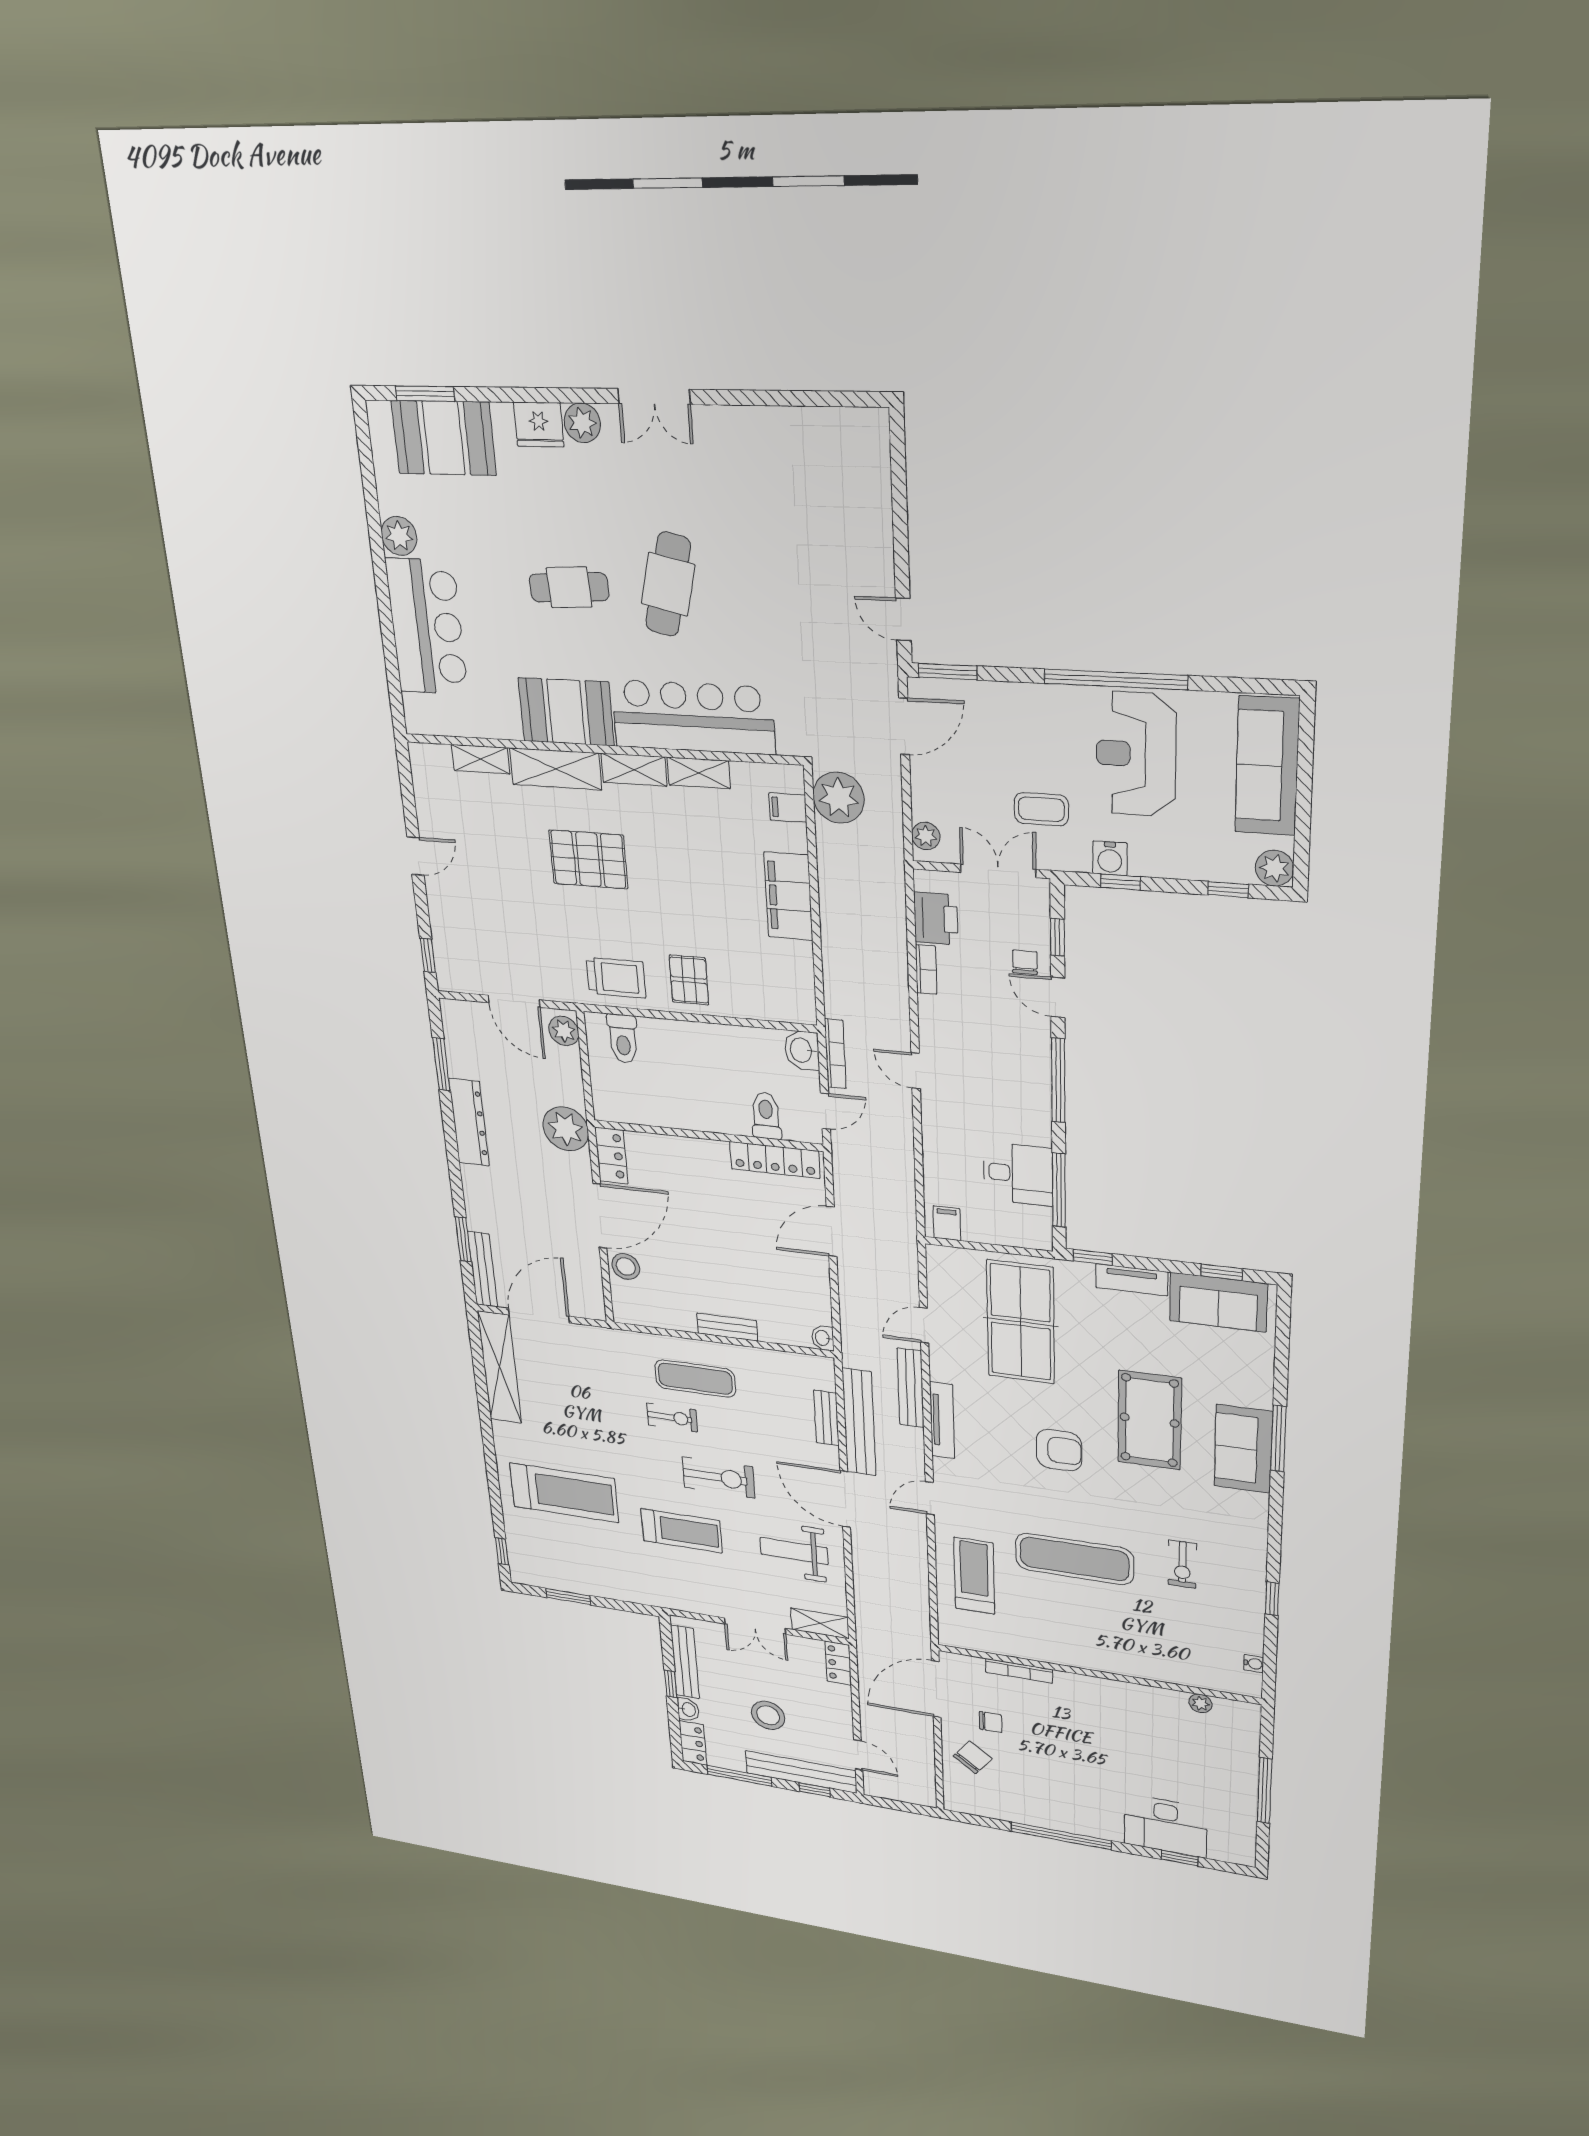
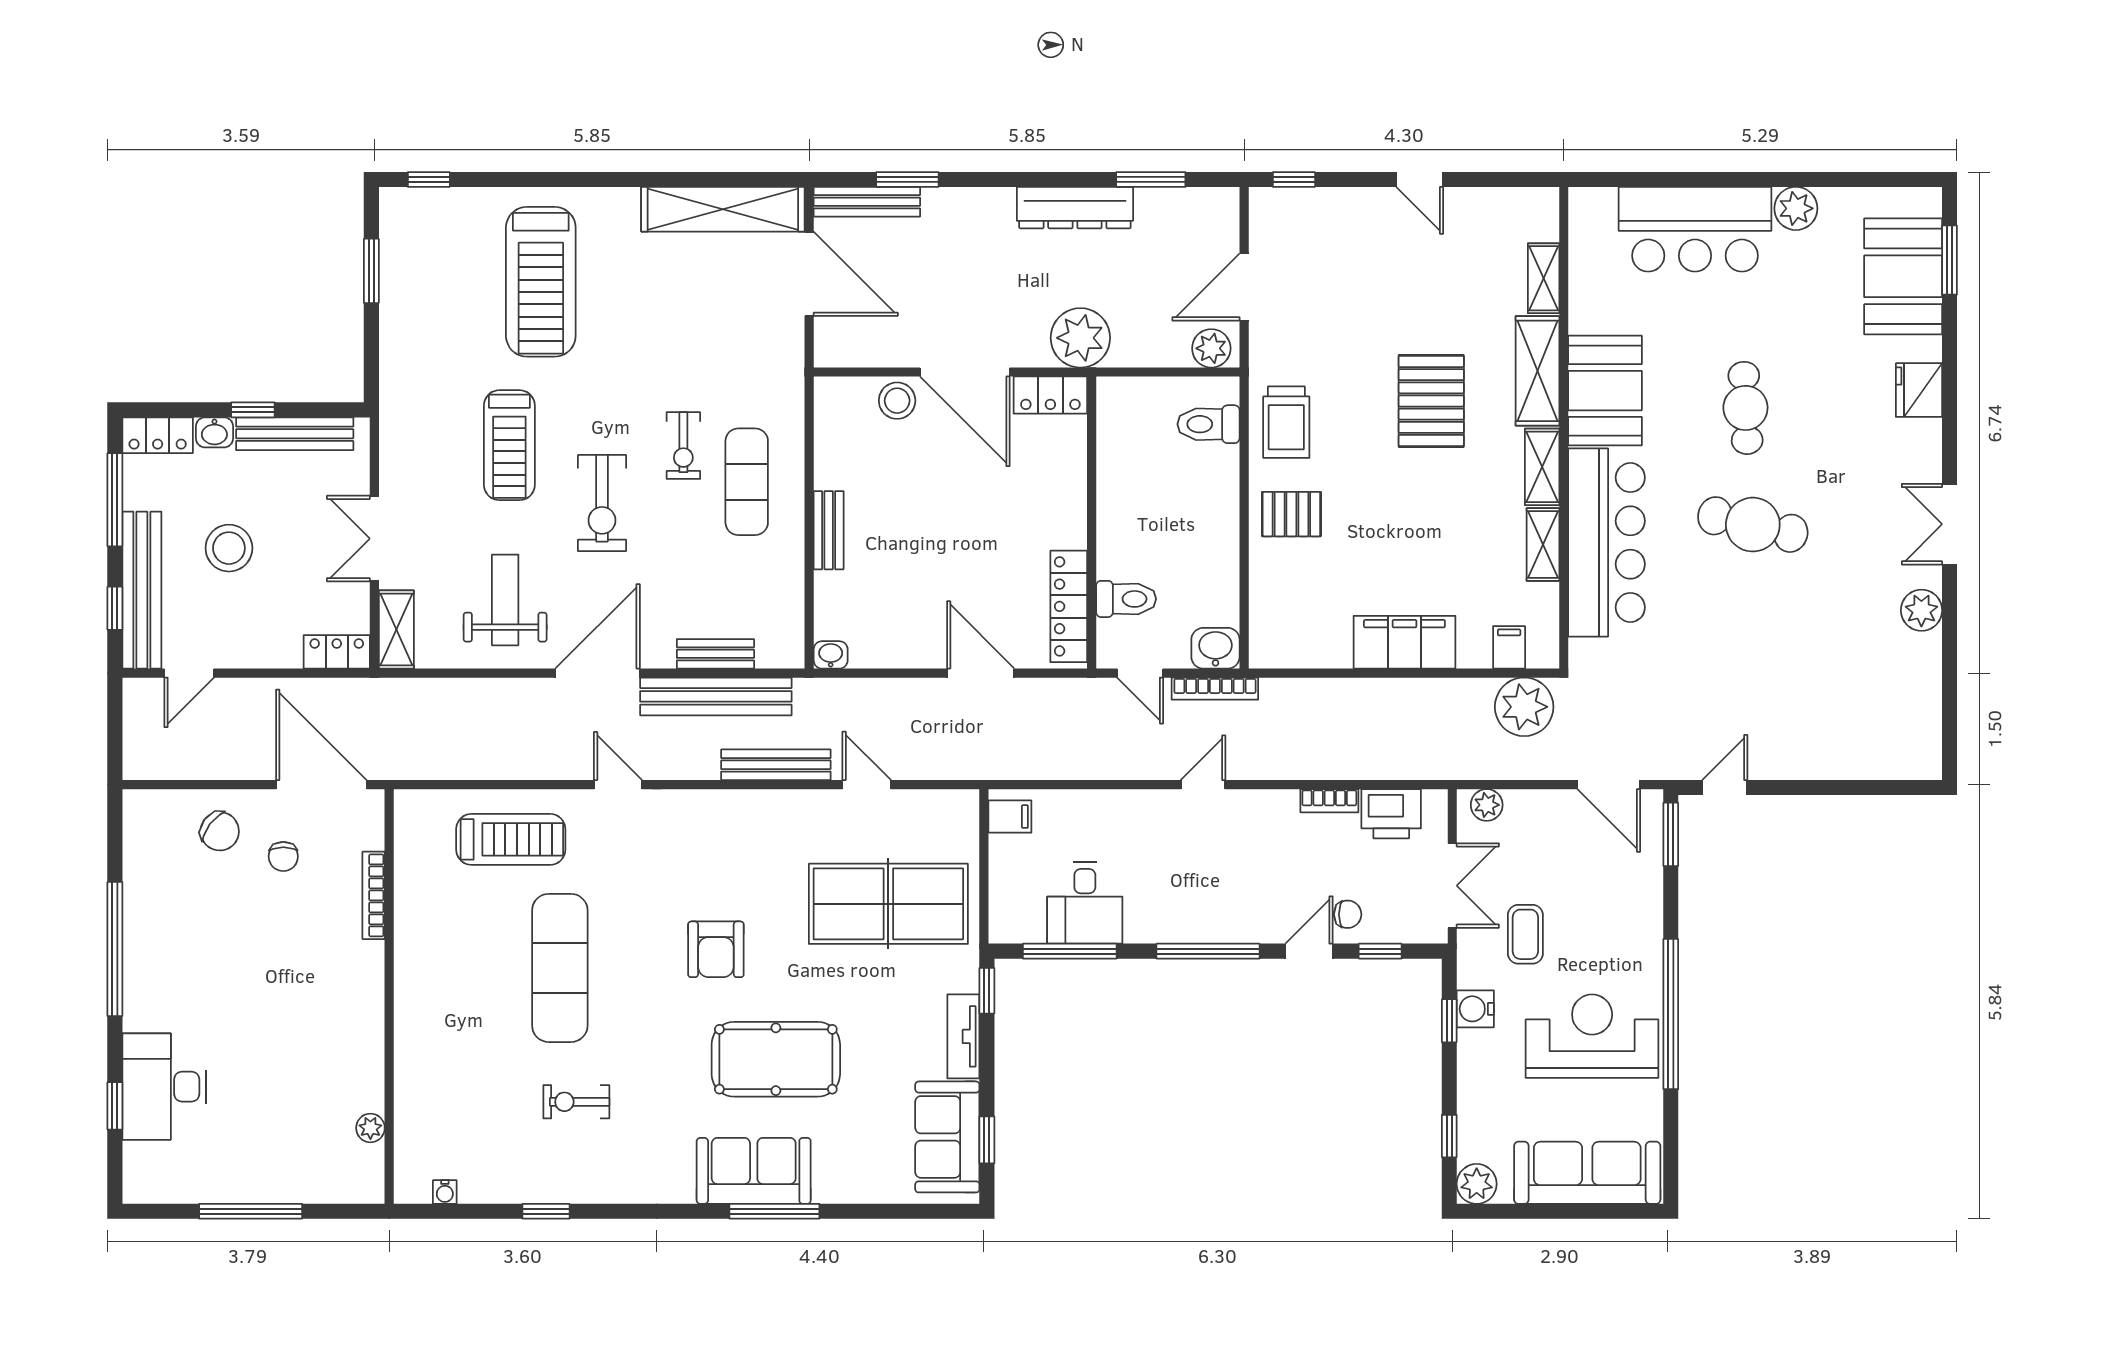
plant: (582, 423) -> (1921, 610), moved
tv unit: (942, 1420) -> (736, 804), removed

